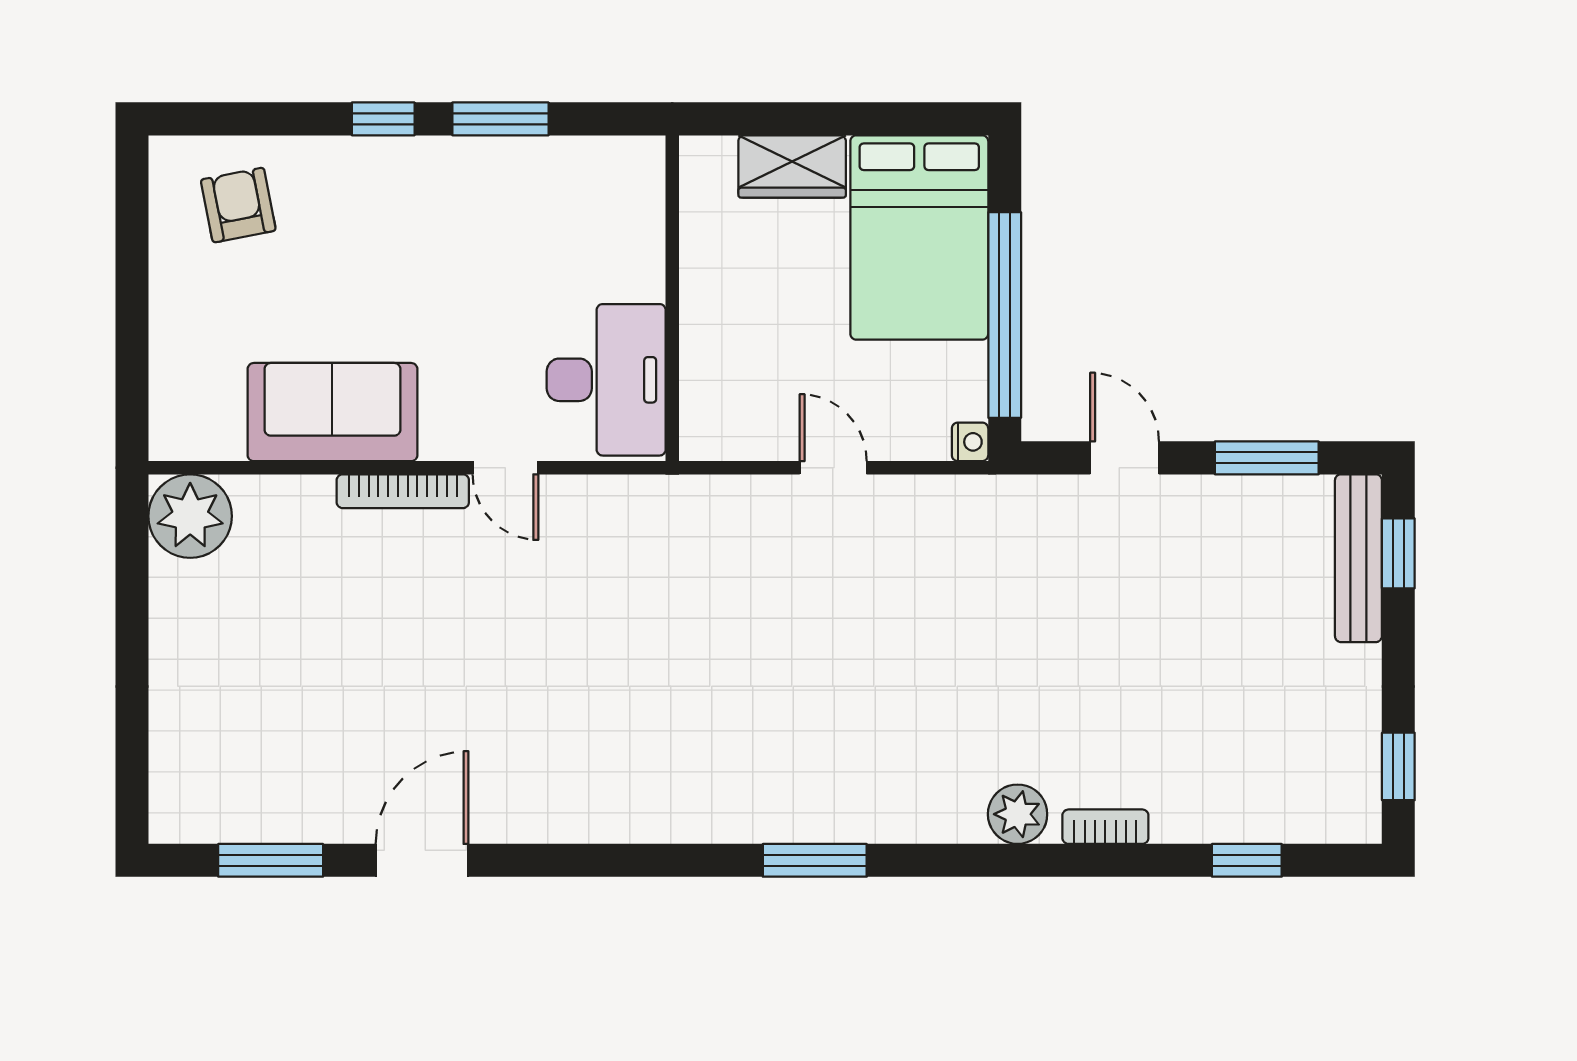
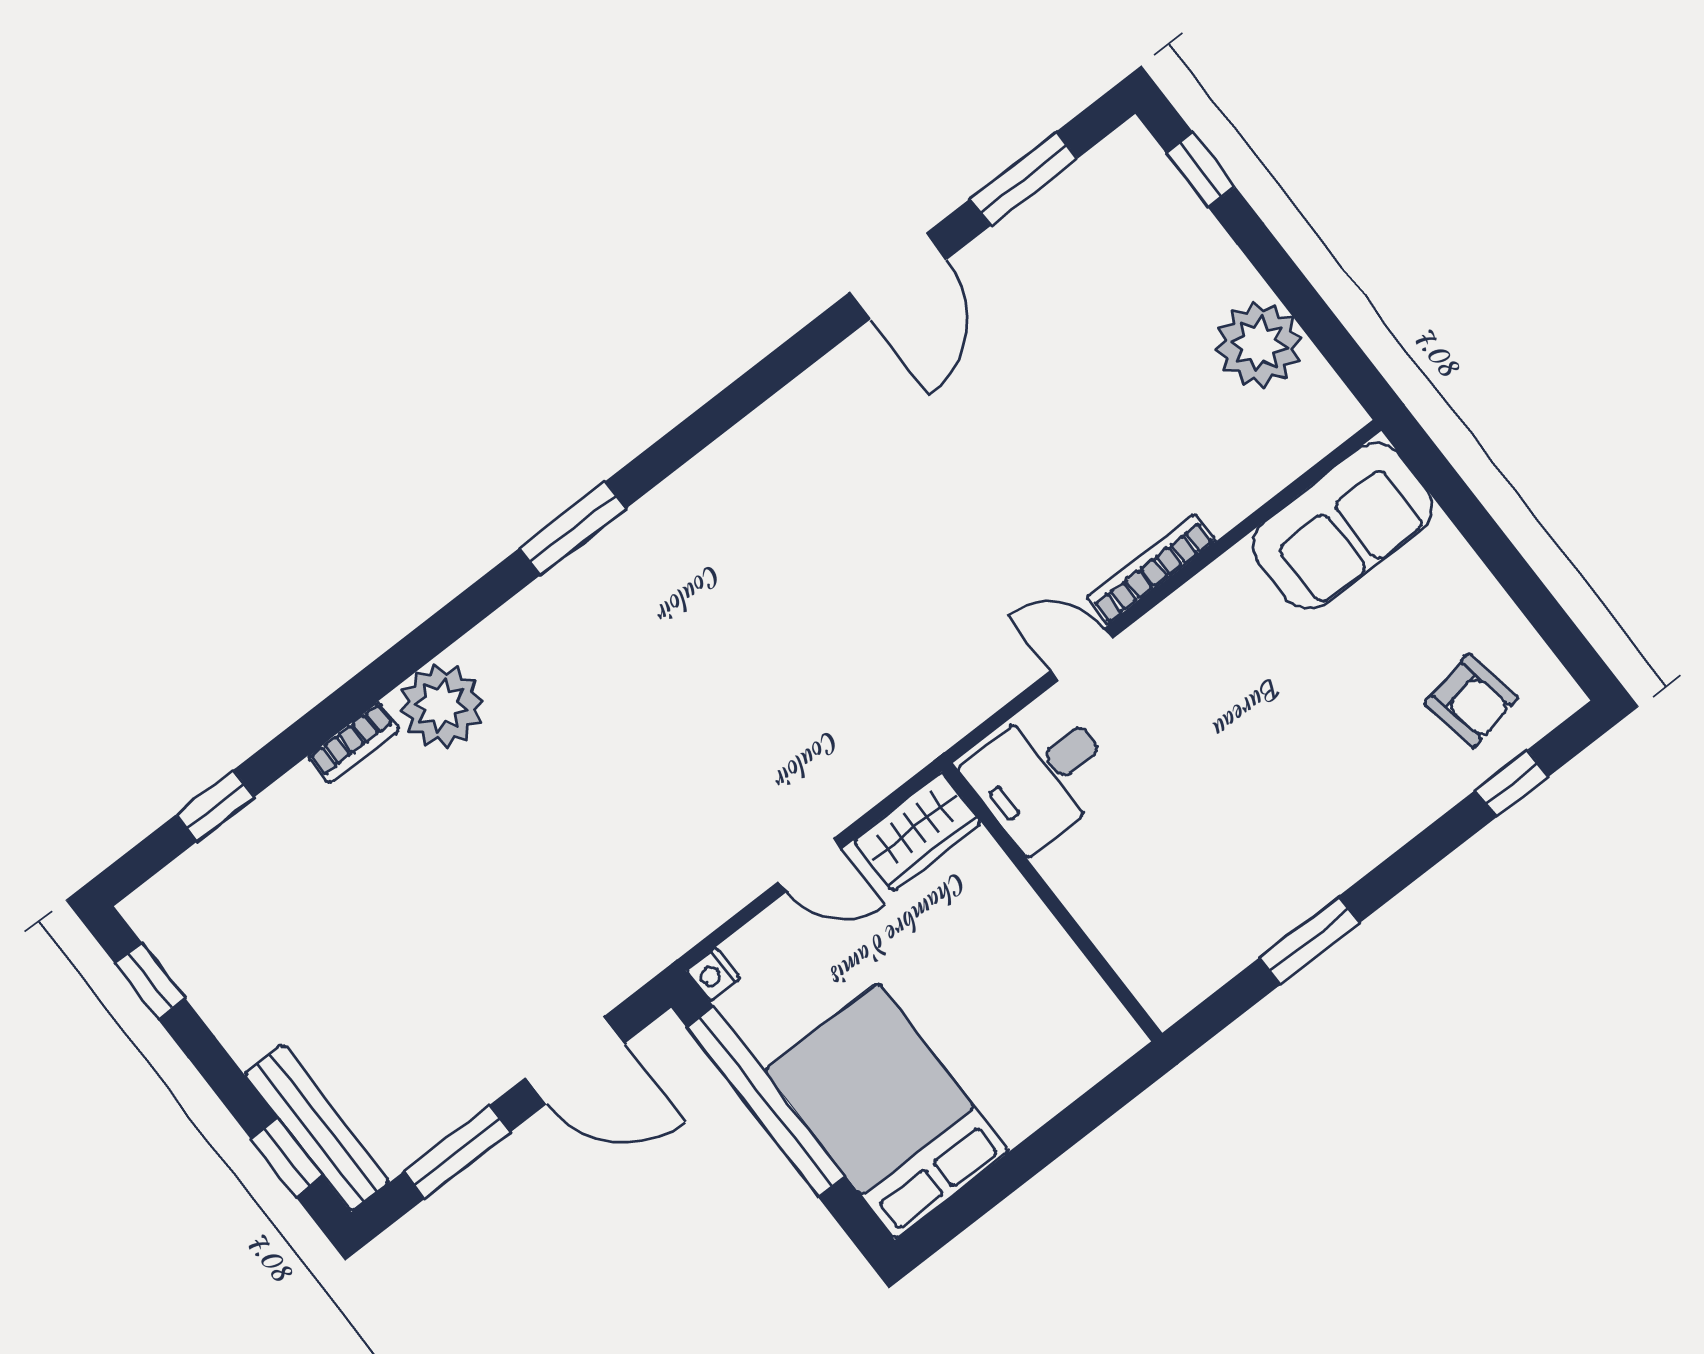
window: (383, 119) -> (1512, 783), moved
wardrobe: (792, 167) -> (917, 832), moved, turned 180
desk: (606, 380) -> (1041, 775), width x0.73
sofa: (332, 412) -> (1342, 526), moved
door: (1125, 458) -> (575, 1061), width x1.38
plant: (190, 516) -> (1259, 344), moved
window: (132, 764) -> (1200, 170), added
plant: (1018, 814) -> (442, 706), width x1.36, depth x1.36

